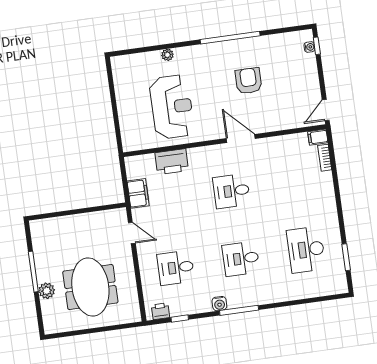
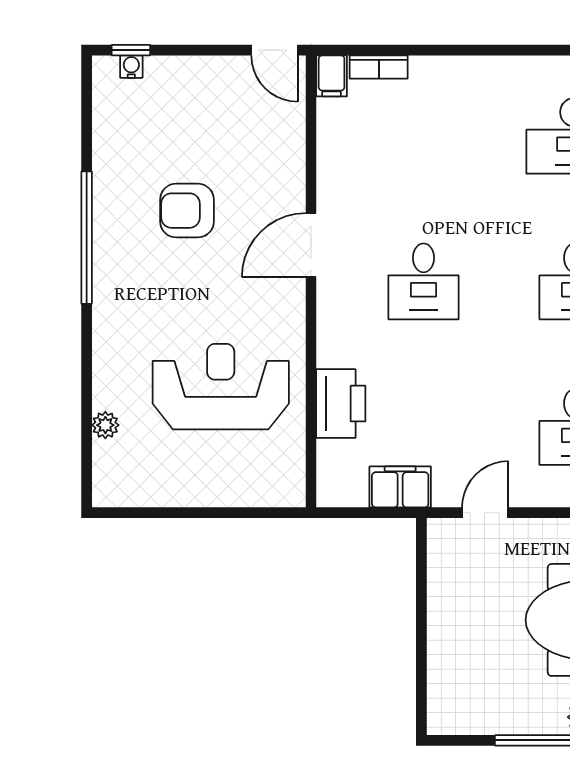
plant: (167, 55) -> (105, 425), moved

